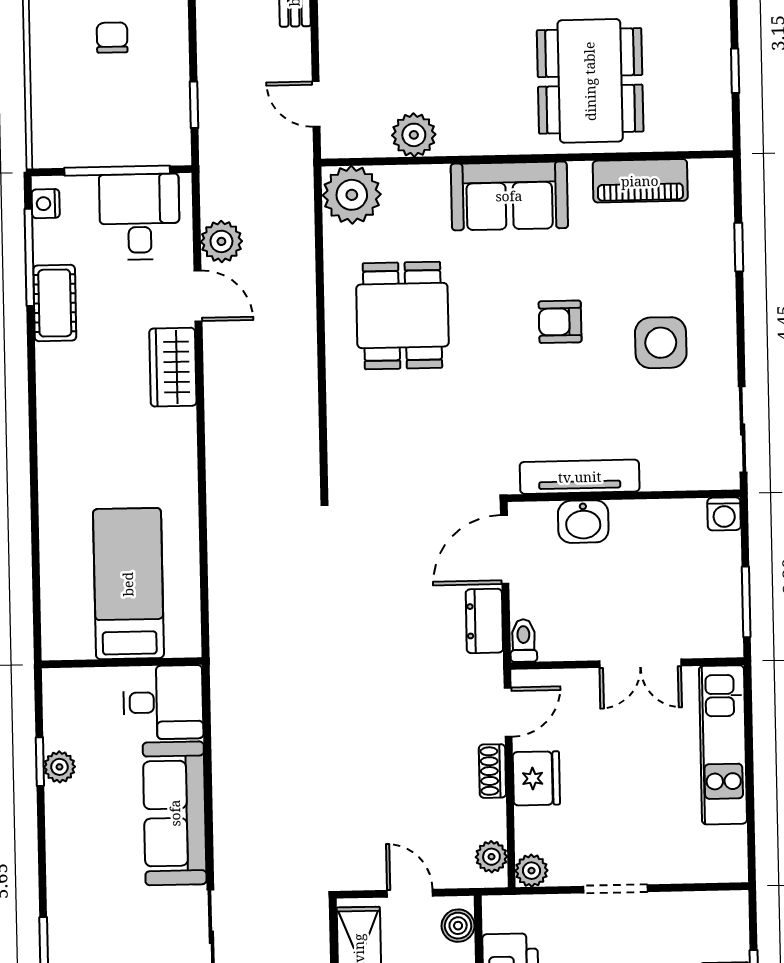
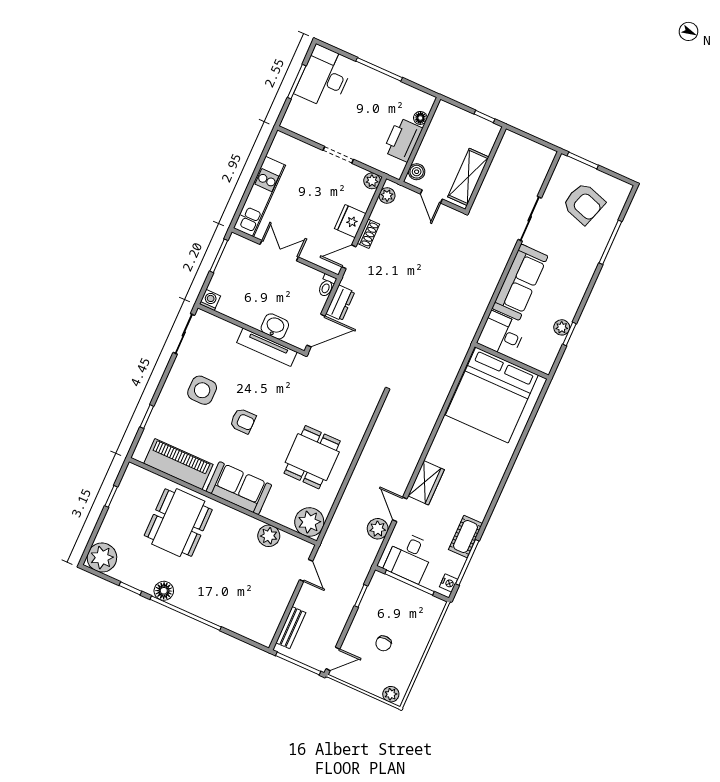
piano: (640, 181) -> (178, 464), width x1.37, depth x1.33
bed: (128, 584) -> (492, 395), width x2.04

